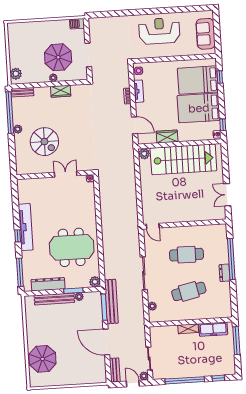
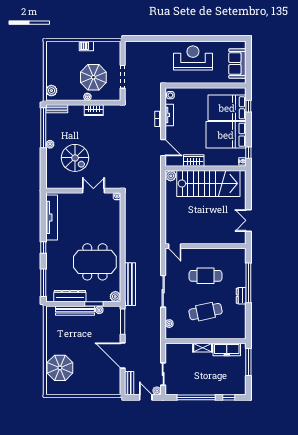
barbecue: (77, 24) -> (86, 46), moved
tv unit: (26, 227) -> (52, 217), moved
bench: (111, 301) -> (130, 284), moved

